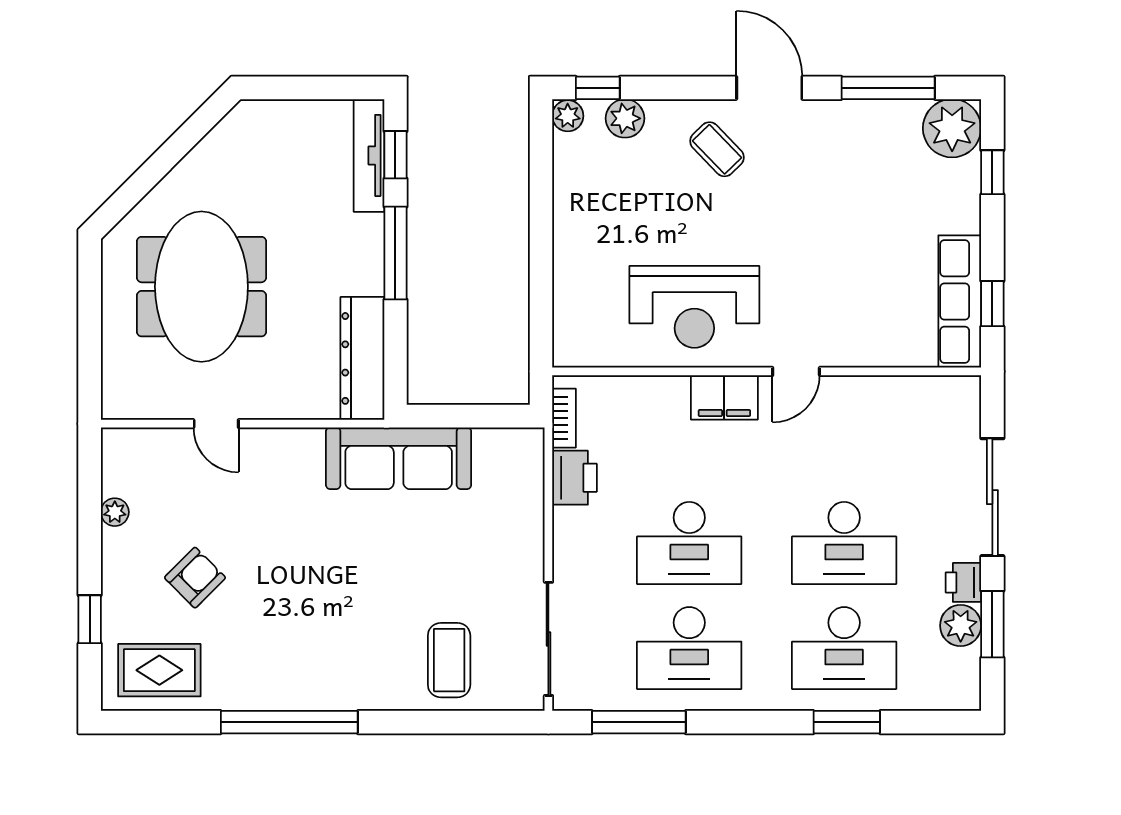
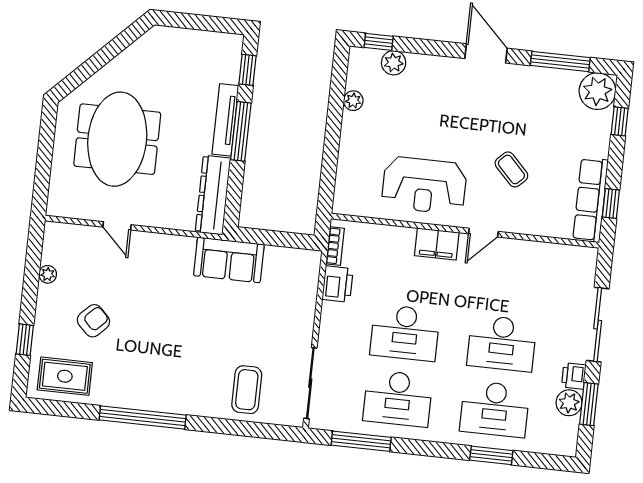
plant: (568, 116) -> (353, 101), moved
coffee table: (717, 149) -> (511, 169), moved
tv unit: (369, 155) -> (225, 120), moved
sofa: (399, 458) -> (229, 260), width x0.73

